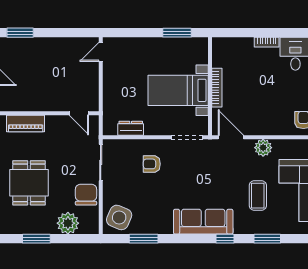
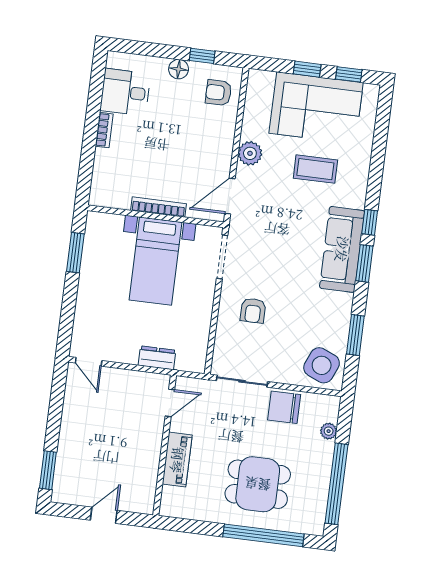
piano: (26, 123) -> (177, 460), moved
dresser: (131, 128) -> (157, 358), moved, turned 90
plant: (68, 223) -> (329, 431), width x0.53, depth x0.53
window: (36, 239) -> (337, 484), width x2.11
window: (267, 239) -> (364, 263), moved

